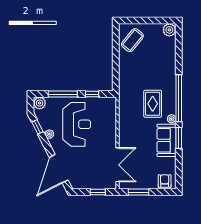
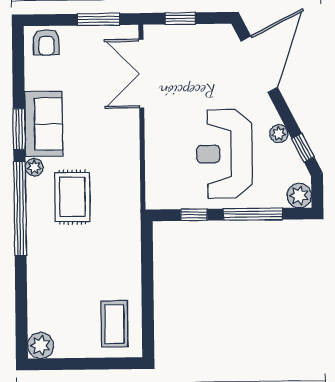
coffee table: (132, 40) -> (114, 324), turned -39

